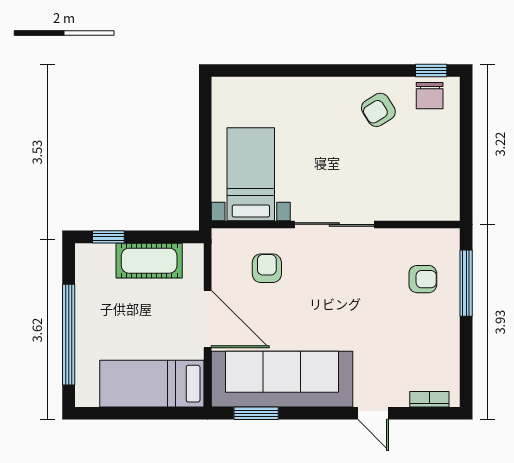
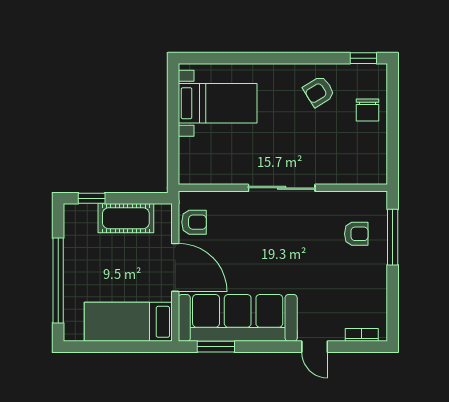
chair: (430, 96) -> (367, 110), moved
bed with nightstands: (251, 174) -> (218, 103), moved, turned 90
armchair: (267, 268) -> (194, 222), moved, turned 90

